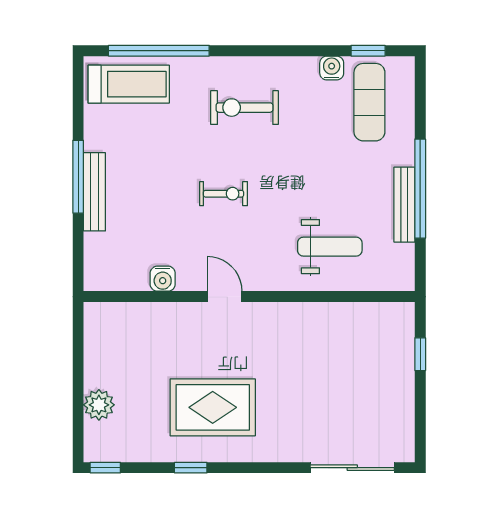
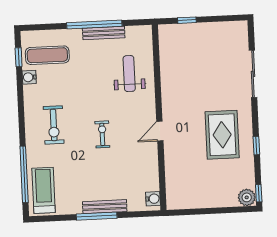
water cooler: (163, 279) -> (153, 199), moved
plant: (99, 405) -> (247, 197), moved
sliding door: (352, 468) -> (253, 74), moved

